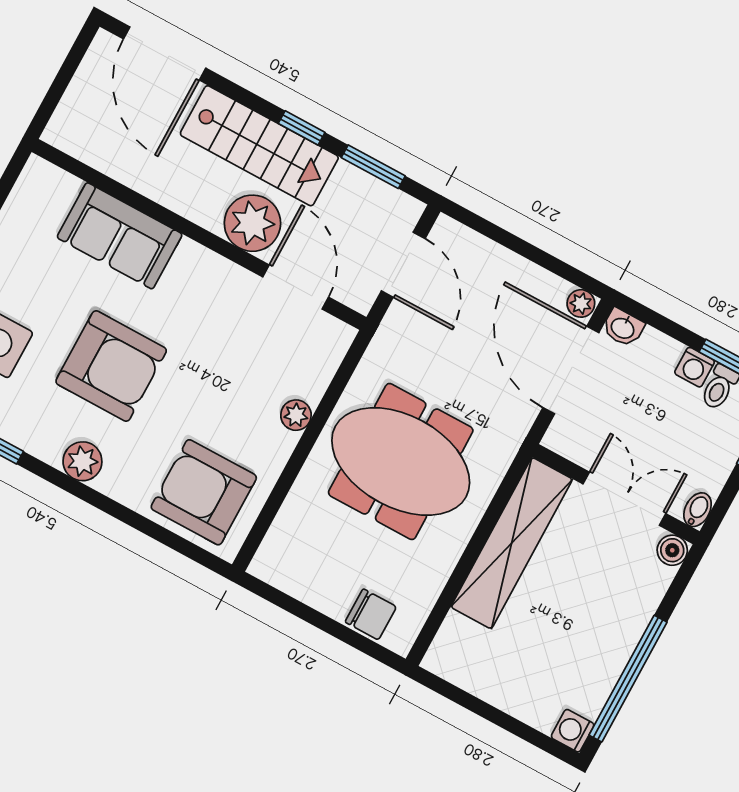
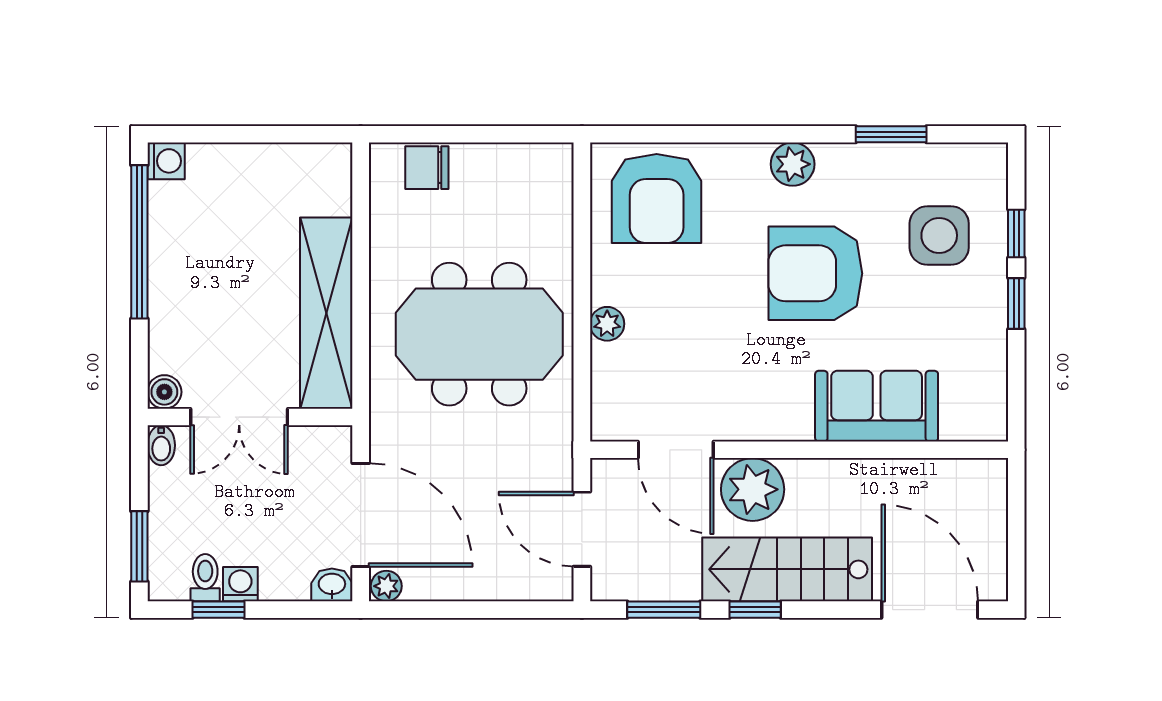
armchair: (204, 492) -> (657, 199), turned 90

